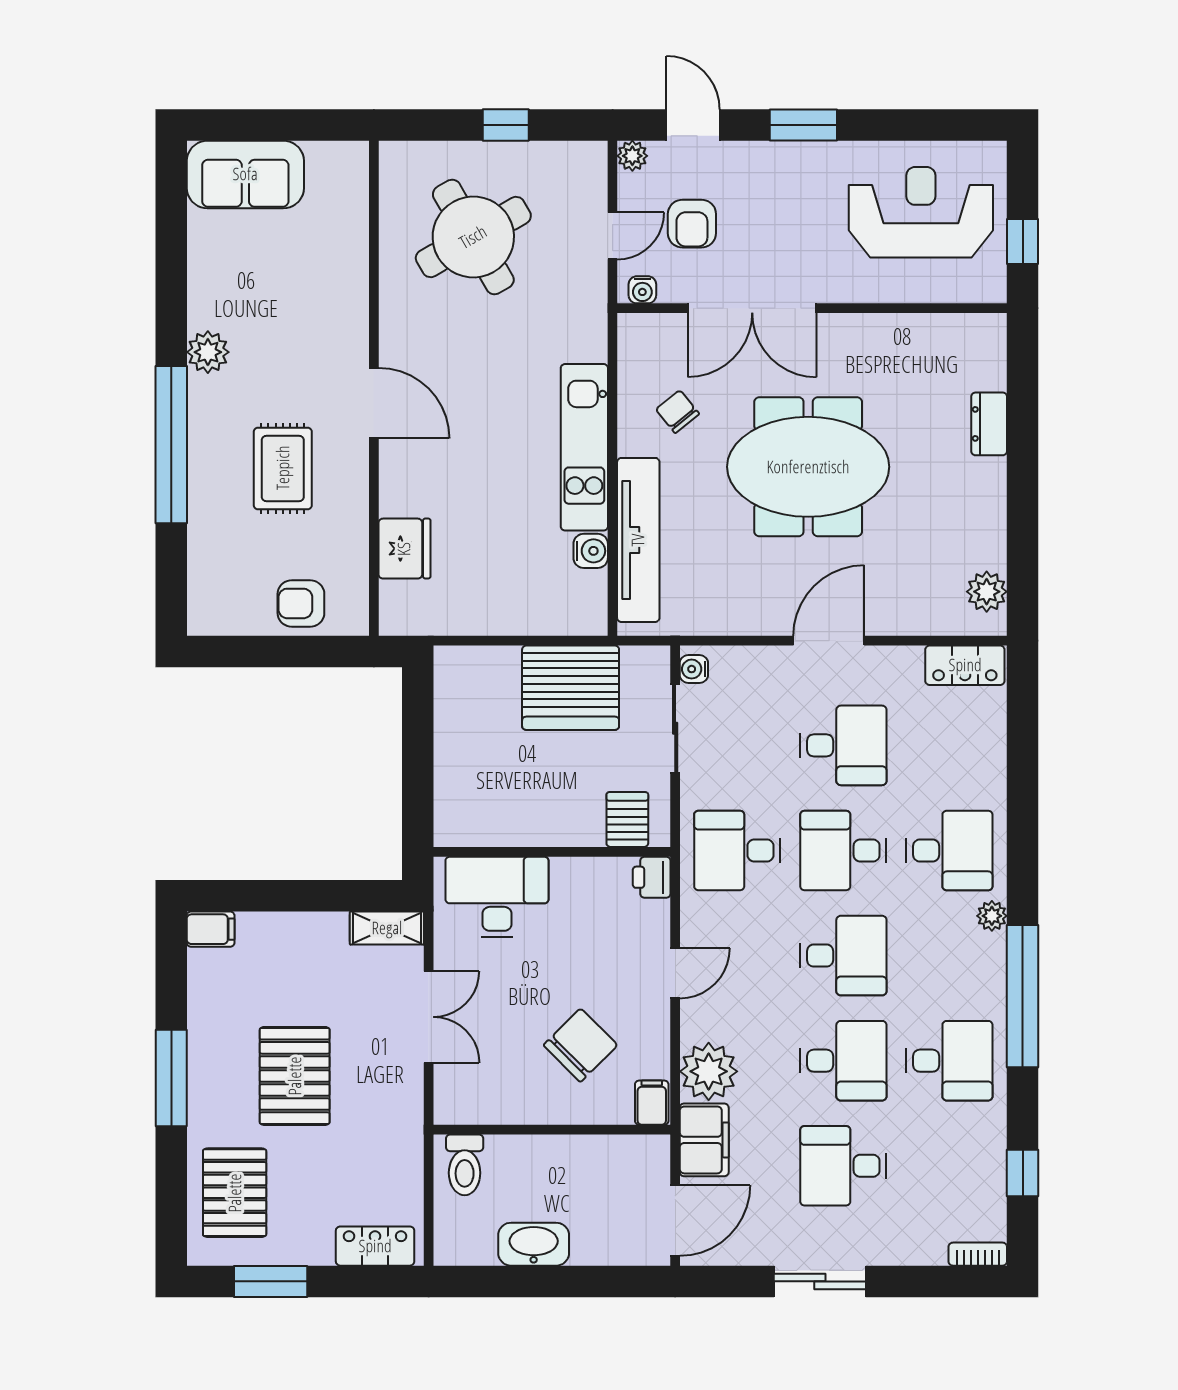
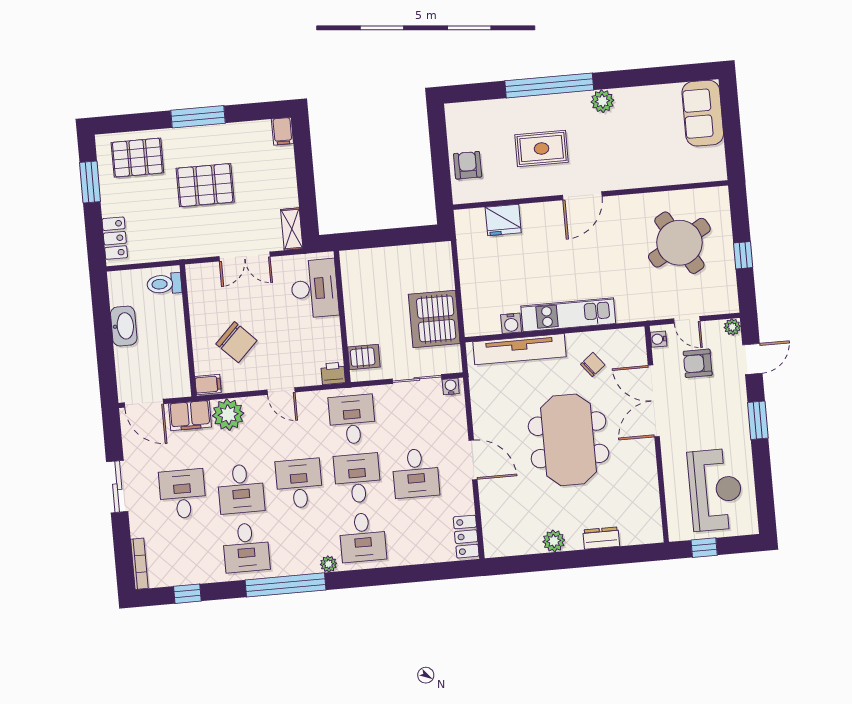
plant: (987, 592) -> (554, 541), moved
desk: (843, 956) -> (299, 484), turned 180
bookcase: (978, 1254) -> (139, 564), width x1.56

